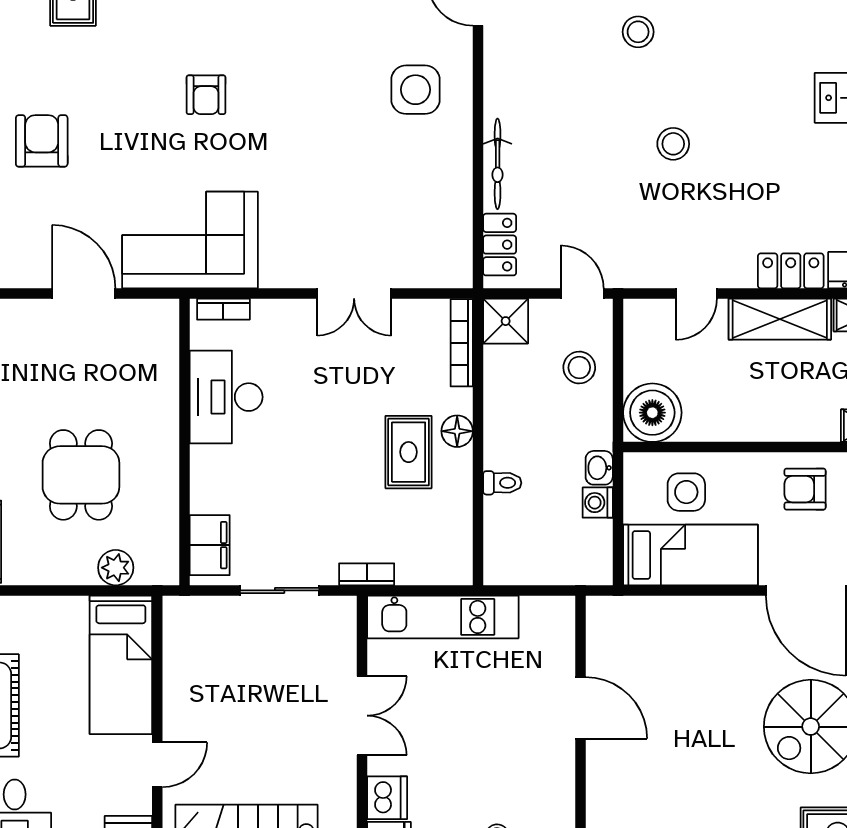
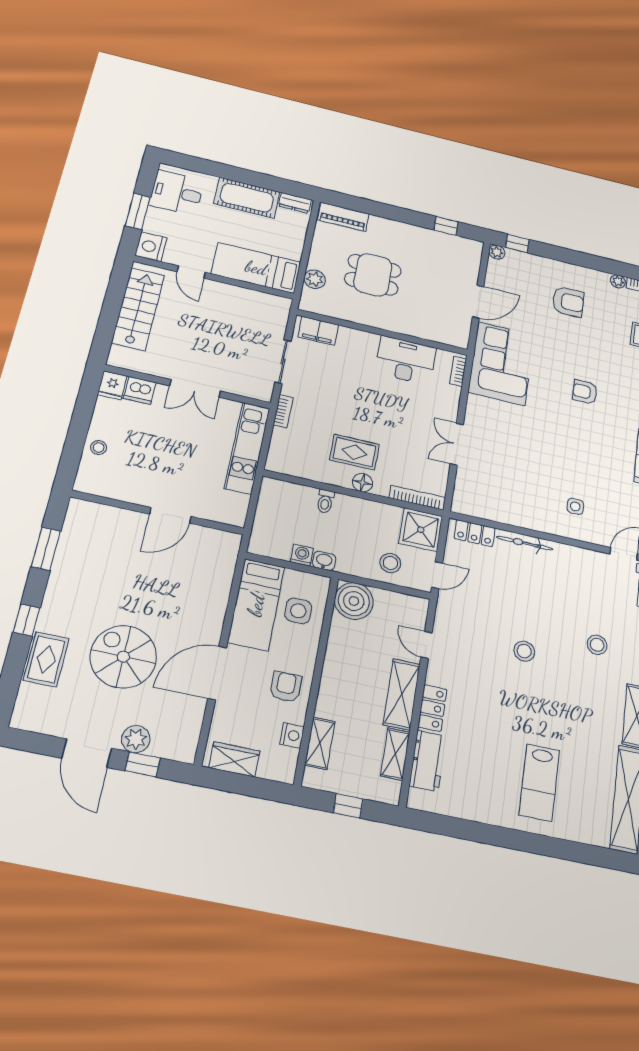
side table: (416, 90) -> (575, 506), width x0.54, depth x0.54
shower: (506, 321) -> (421, 530), width x1.36, depth x1.36

